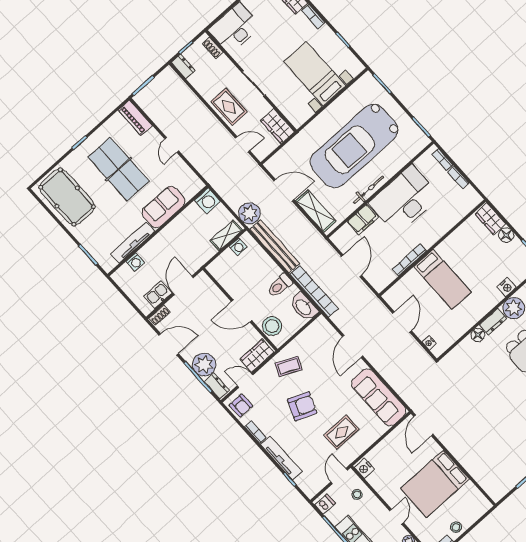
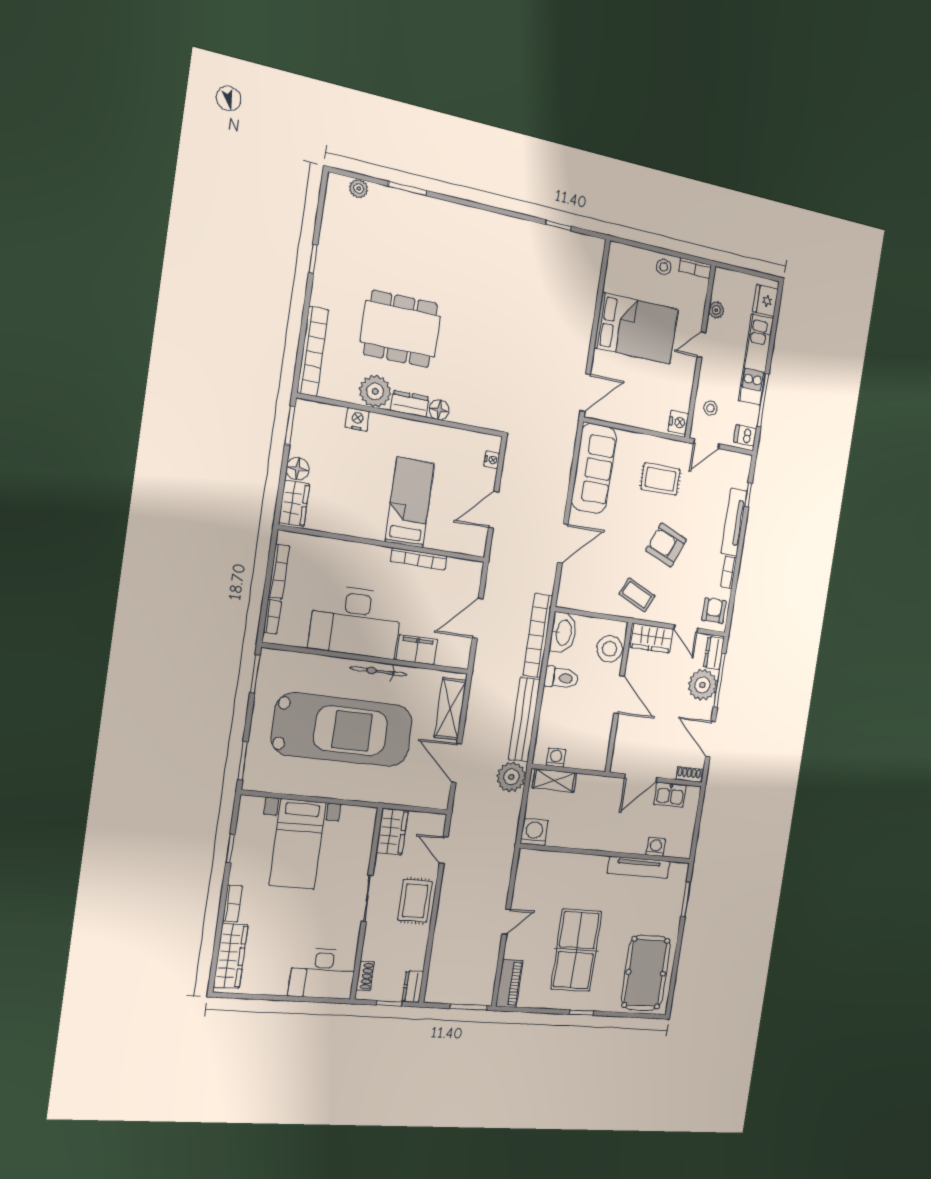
bookcase: (458, 177) -> (279, 572), width x1.56
sofa: (163, 207) -> (578, 870), removed

